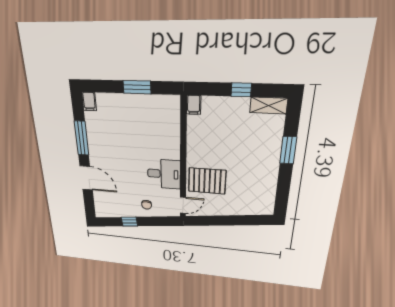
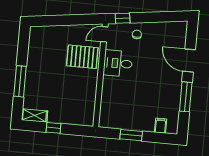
filing cabinet: (89, 101) -> (161, 126), moved
filing cabinet: (194, 105) -> (89, 119), removed
window: (288, 150) -> (20, 81), width x1.44
window: (129, 222) -> (123, 18), moved

